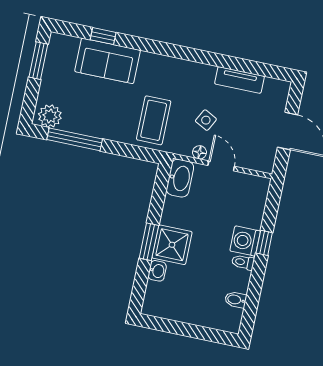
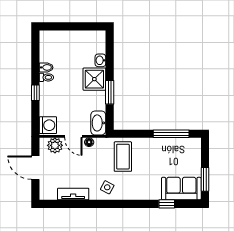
sofa: (108, 61) -> (181, 189), moved
plant: (50, 116) -> (55, 145), moved
side table: (206, 120) -> (107, 187), moved
washing machine: (245, 241) -> (48, 125), moved
window: (149, 242) -> (110, 92), moved
bidet: (236, 300) -> (46, 67), moved

